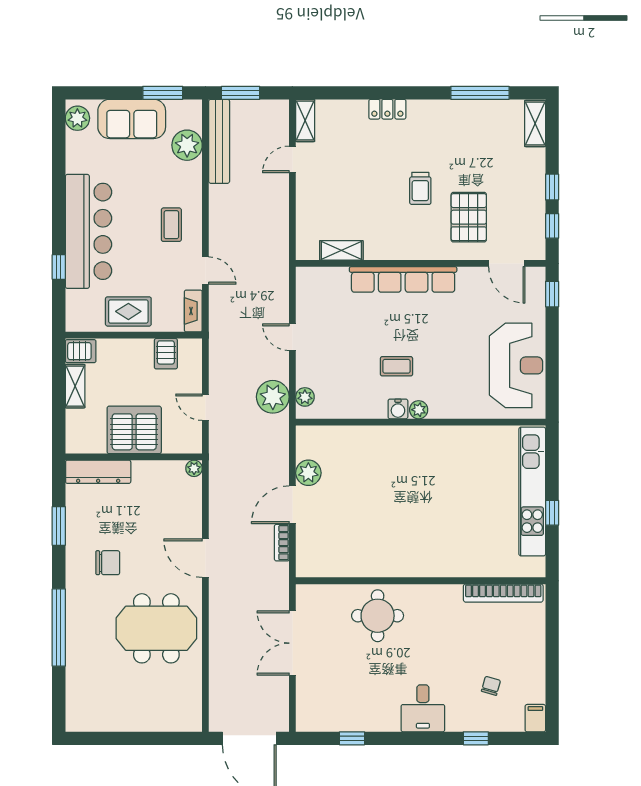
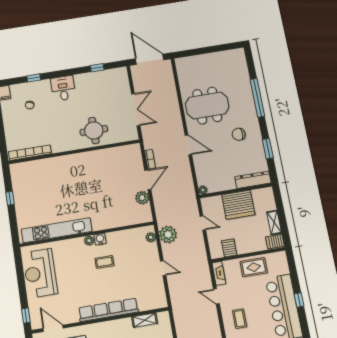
window: (59, 267) -> (299, 300), moved
kitchen unit: (532, 492) -> (57, 230), moved, turned -90

